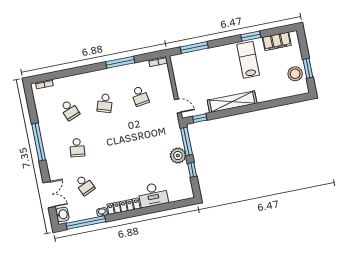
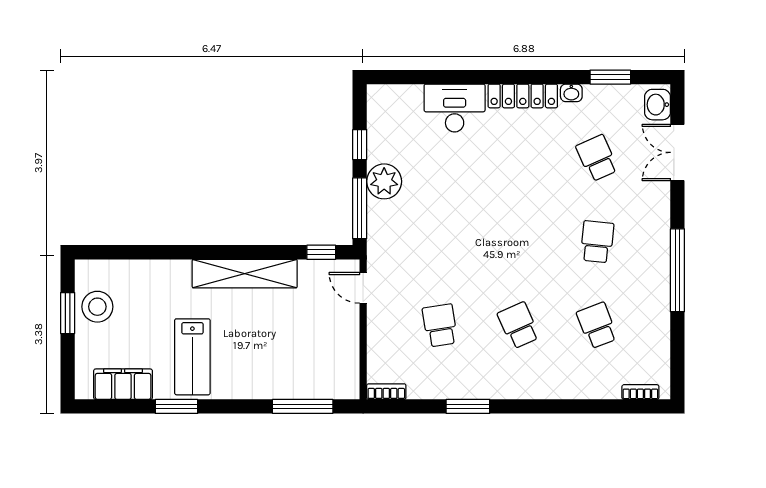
window: (120, 62) -> (468, 406), width x0.69
school desk: (105, 103) -> (519, 325), turned -42
window: (86, 223) -> (610, 77), width x0.47

